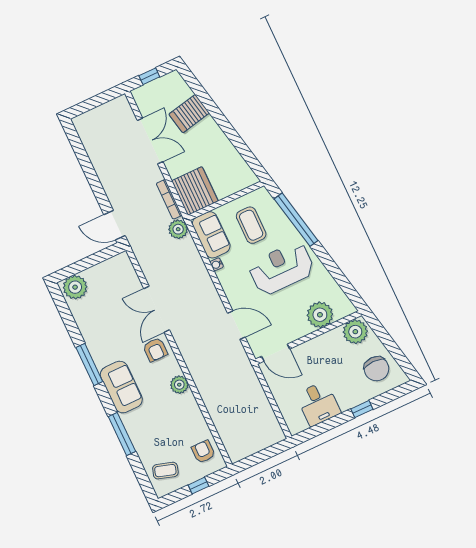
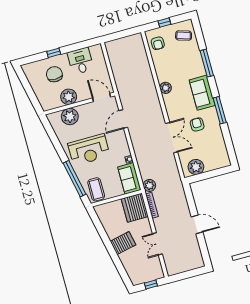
server rack: (189, 114) -> (123, 243), moved
double door: (150, 141) -> (157, 244), width x0.73
door: (114, 225) -> (197, 224), moved
coffee table: (251, 225) -> (96, 189), moved
plant: (75, 287) -> (196, 167), moved
door: (236, 325) -> (123, 119), hinge flipped
plant: (355, 332) -> (69, 97), moved
armchair: (155, 350) -> (197, 124), moved
chair: (376, 369) -> (54, 74), moved

